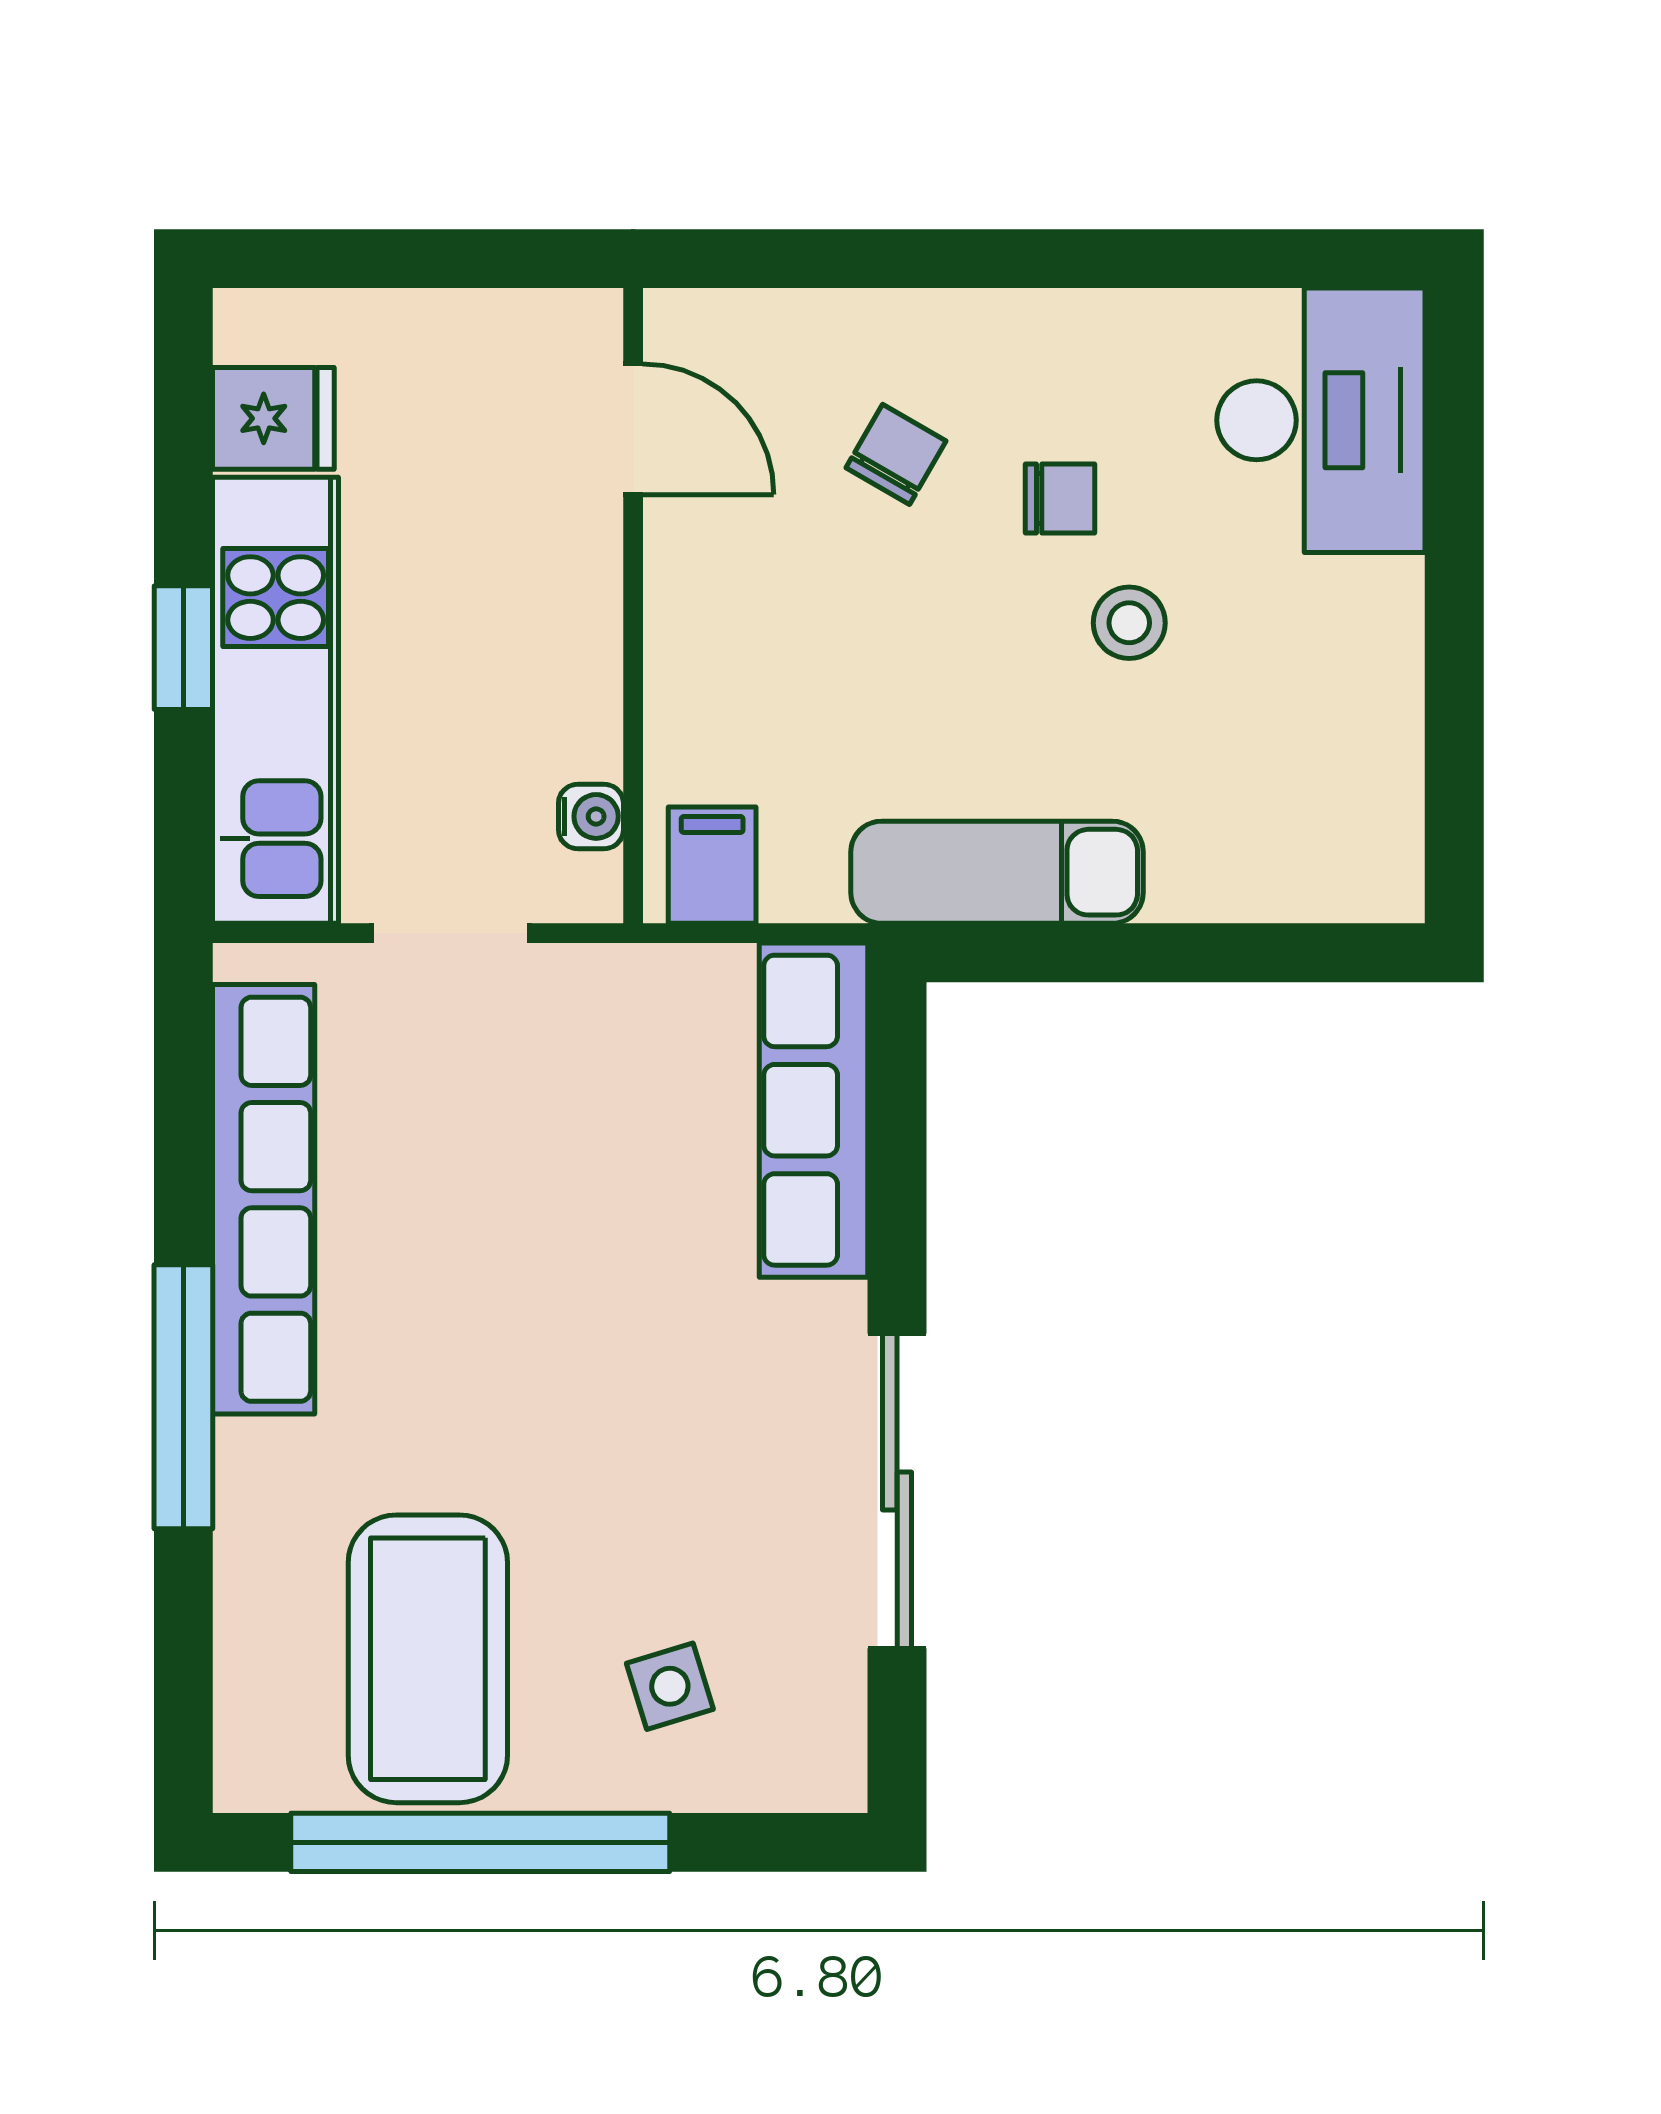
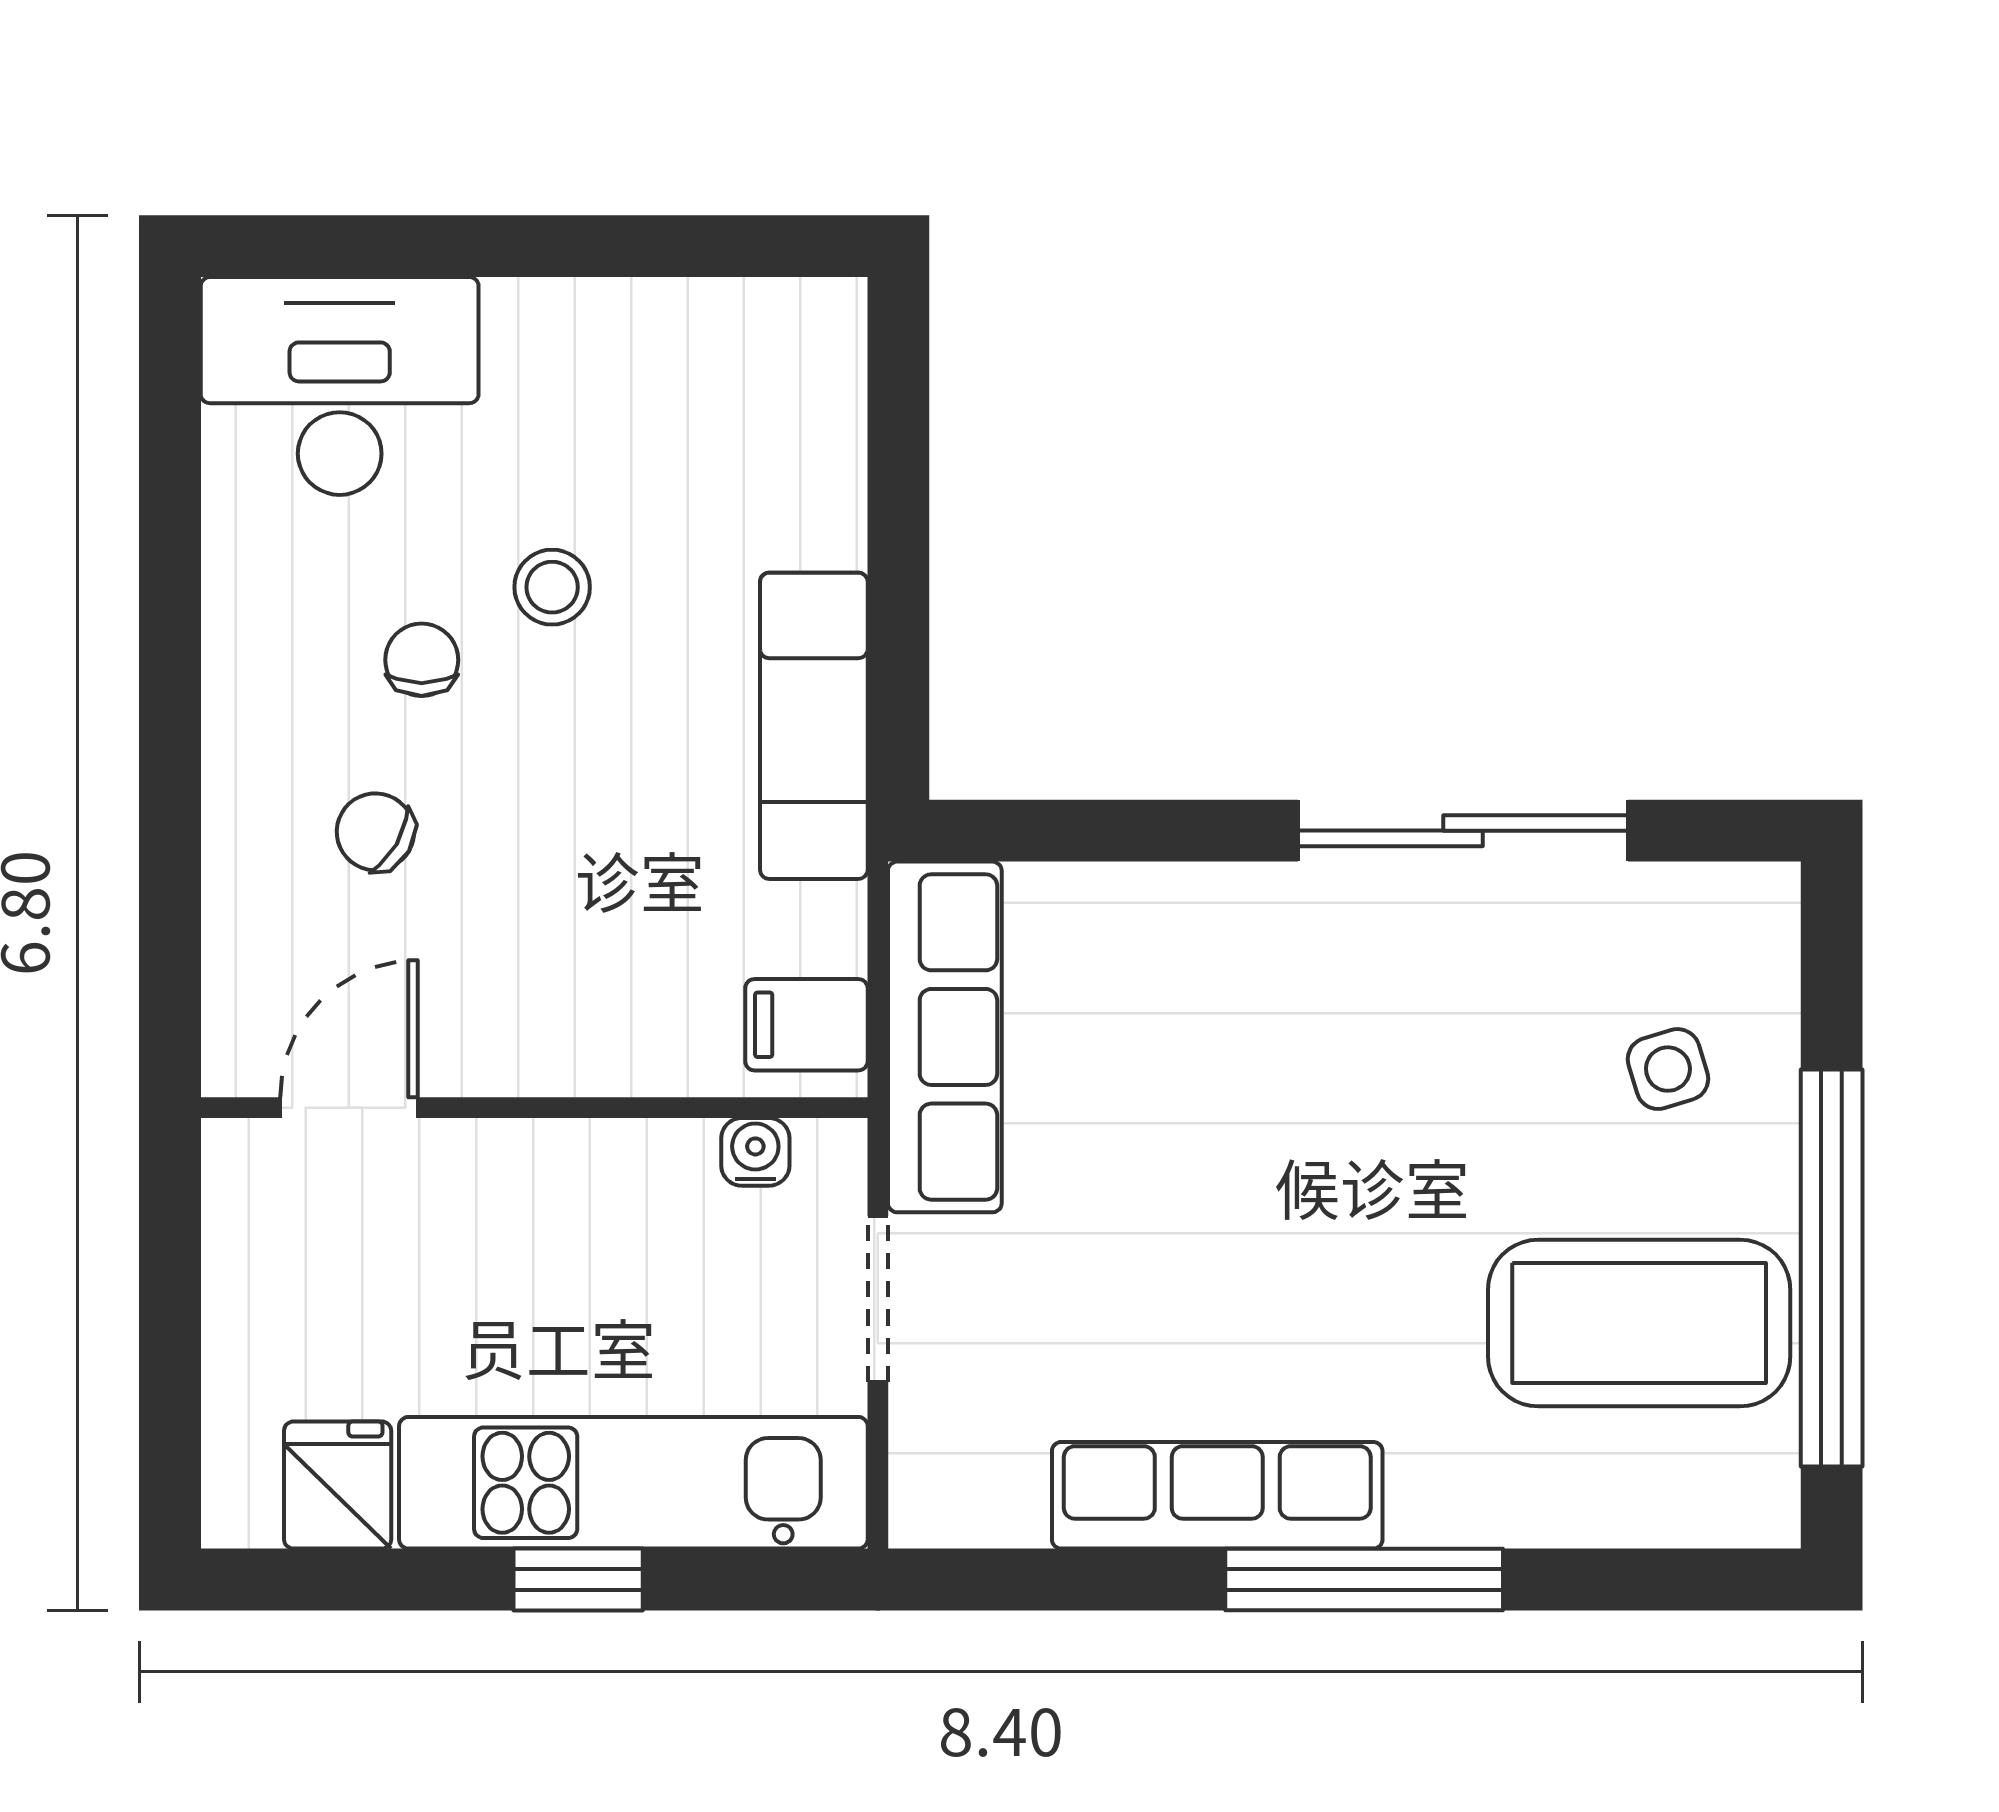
row of seats: (814, 1110) -> (945, 1037), moved, turned -90
row of seats: (264, 1199) -> (1217, 1495), width x0.73

